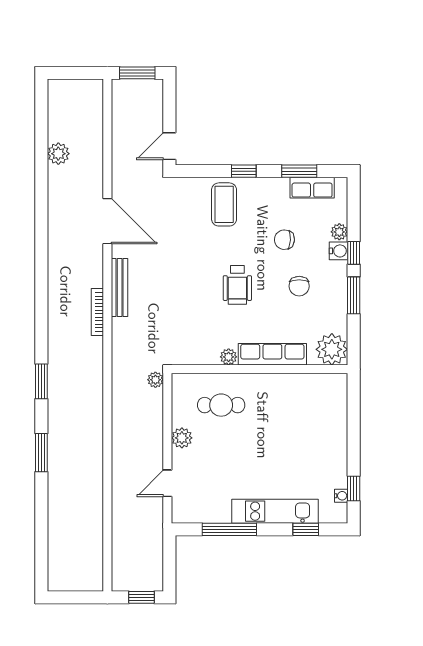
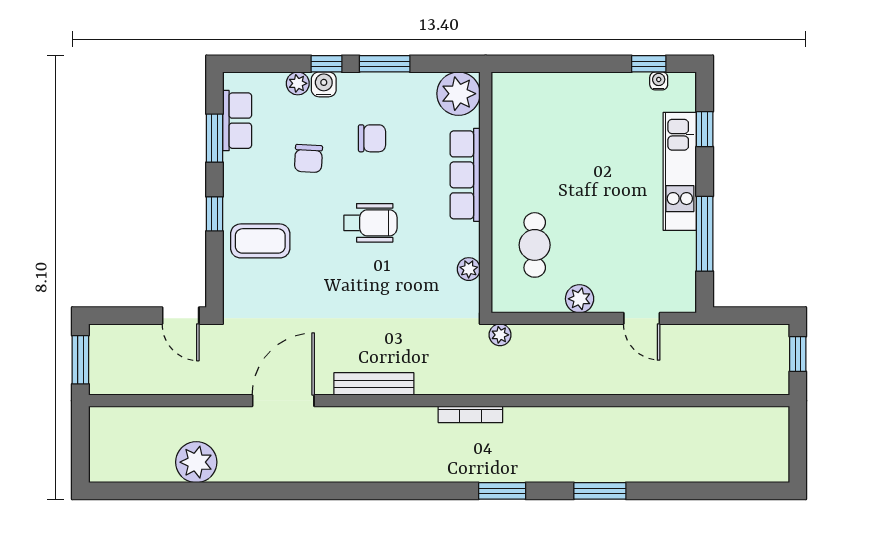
plant: (58, 154) -> (196, 462), width x1.36, depth x1.36
bookcase: (97, 312) -> (470, 414), moved
plant: (229, 357) -> (469, 269), moved

